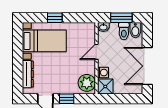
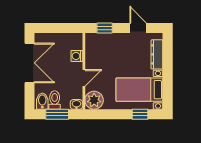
window: (55, 18) -> (140, 114), moved
plant: (87, 83) -> (94, 100), moved
shower: (105, 87) -> (74, 41), removed
window: (67, 99) -> (105, 28), moved

